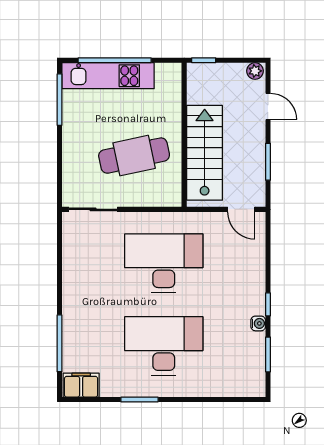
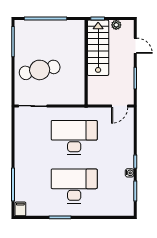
plant: (255, 71) -> (116, 25), moved
kitchen unit: (108, 76) -> (42, 28), removed
stairs: (205, 153) -> (98, 48), moved
cafe table: (134, 156) -> (40, 70), moved
door: (241, 209) -> (120, 106), hinge flipped
filing cabinet: (81, 385) -> (20, 209), width x0.50

